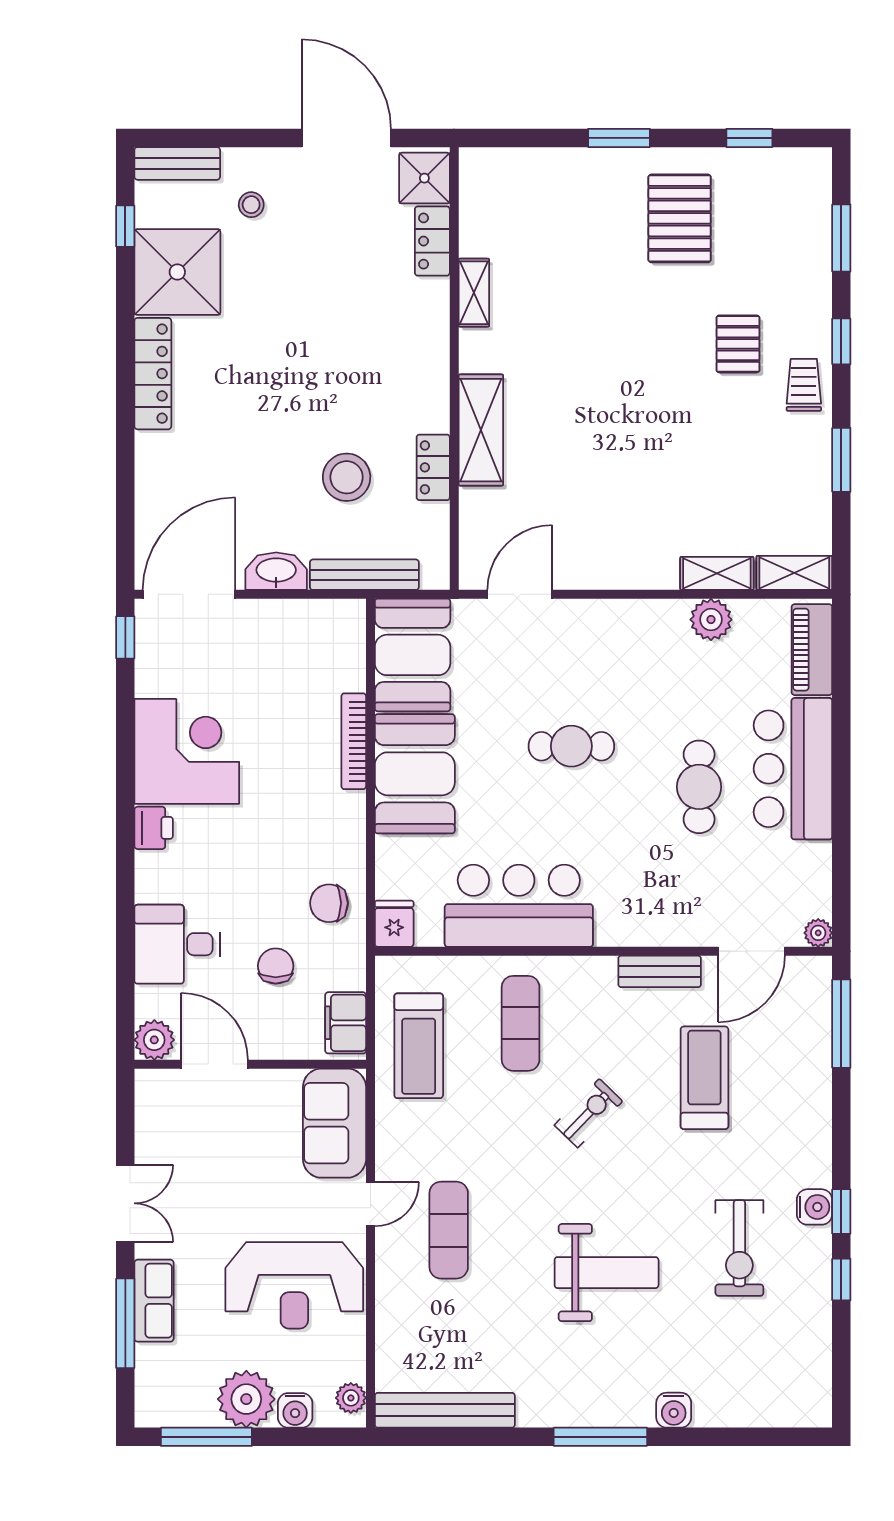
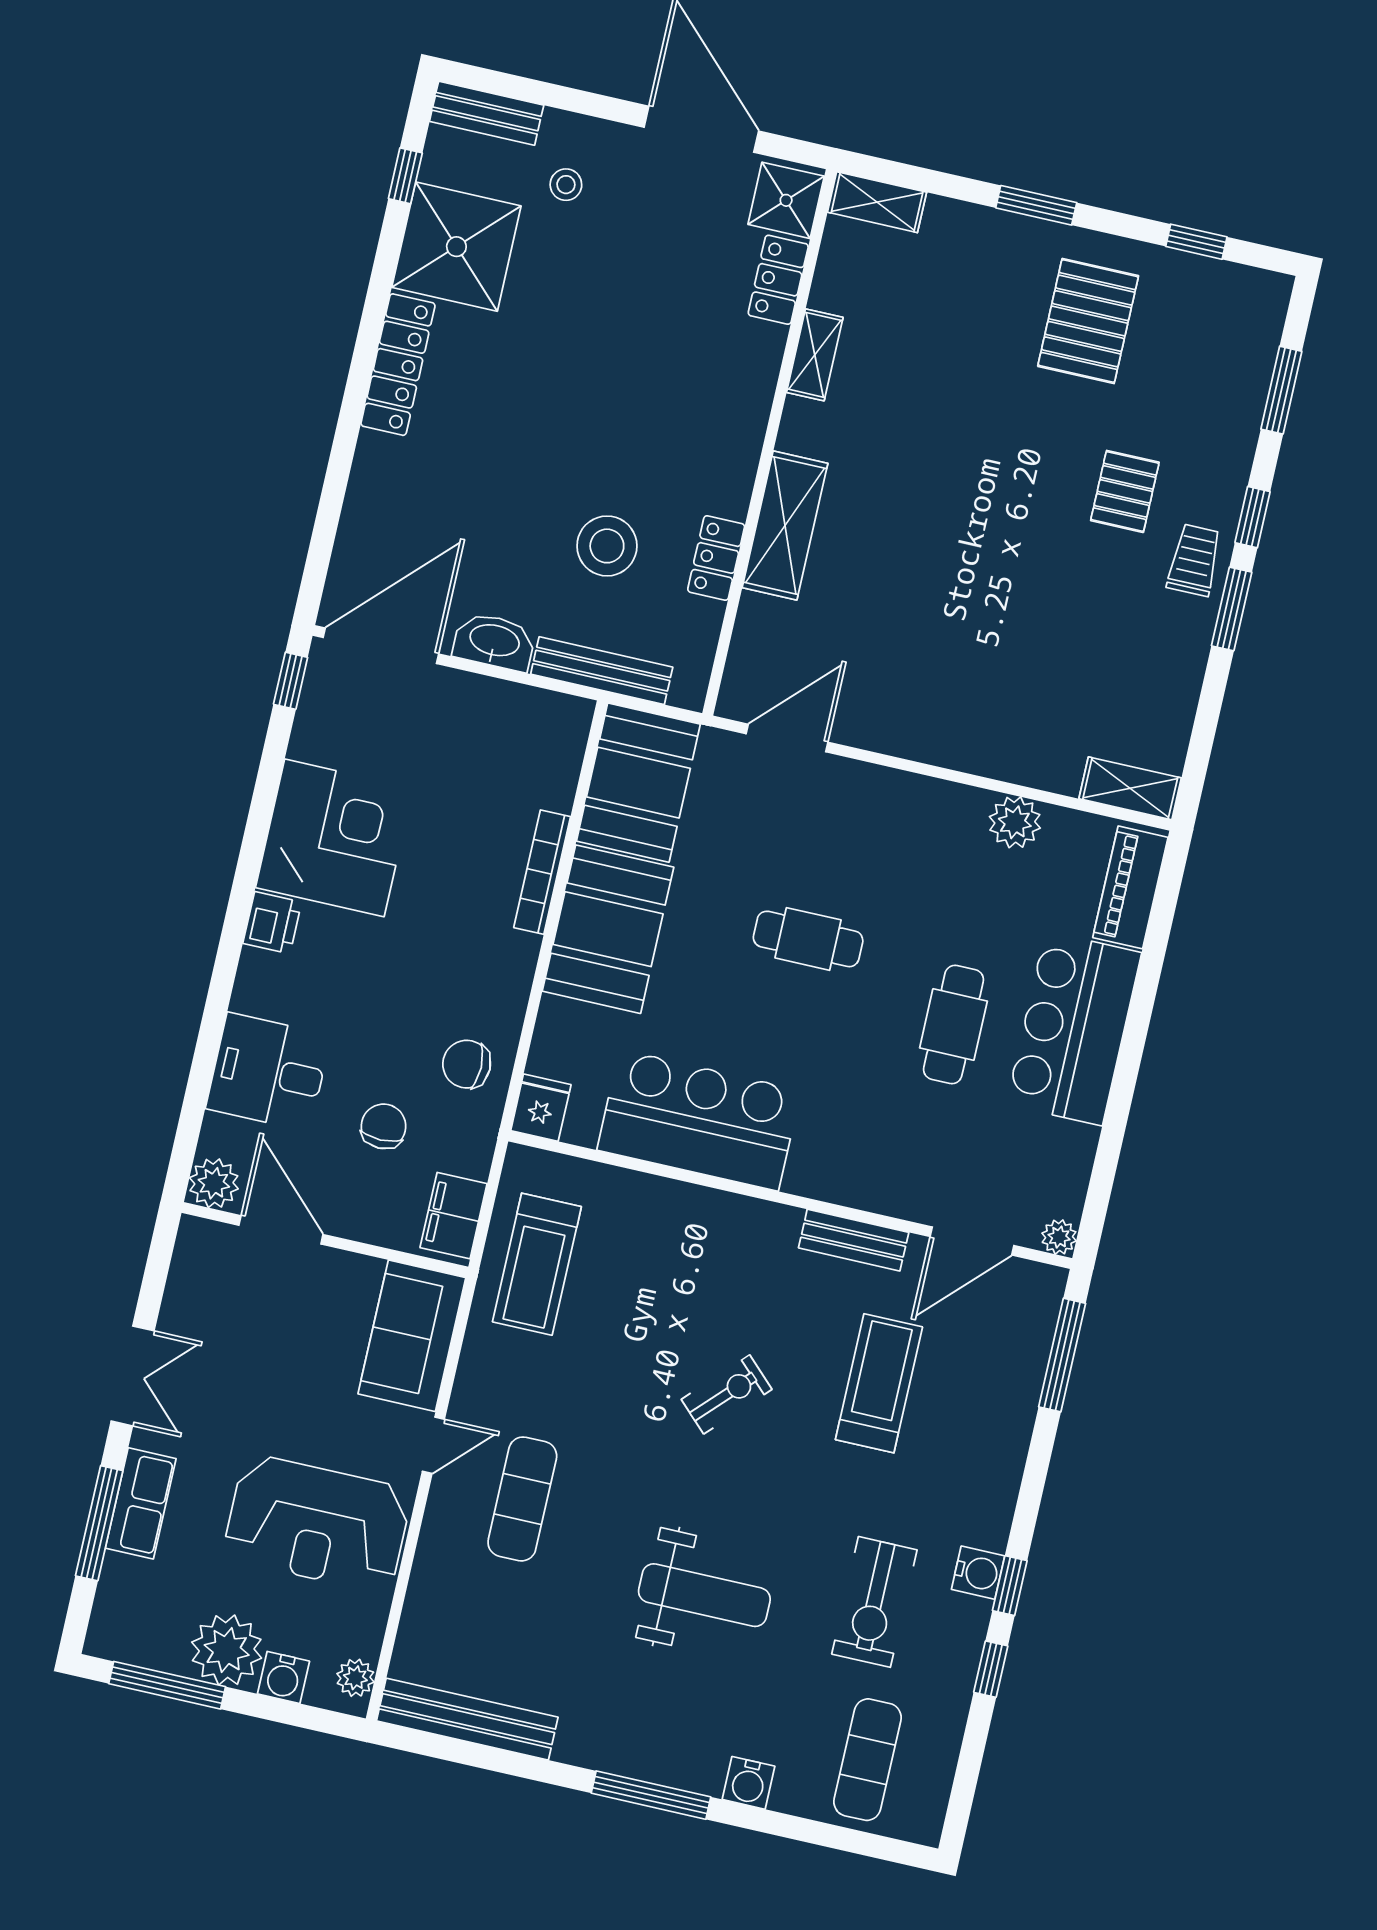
window: (841, 460) -> (1232, 609), moved
shelving: (717, 573) -> (877, 202), moved
exercise mat: (521, 1023) -> (867, 1760), moved

